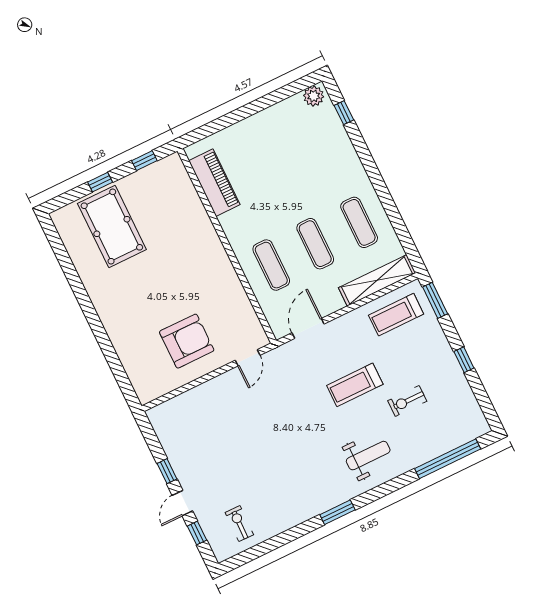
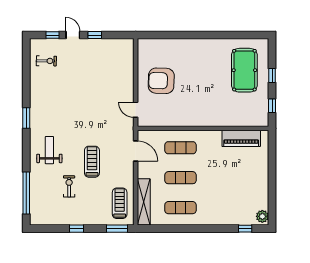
pool table: (112, 227) -> (244, 70), turned 90
armchair: (187, 341) -> (161, 81), turned 92
weight bench: (368, 456) -> (49, 150), turned 180

